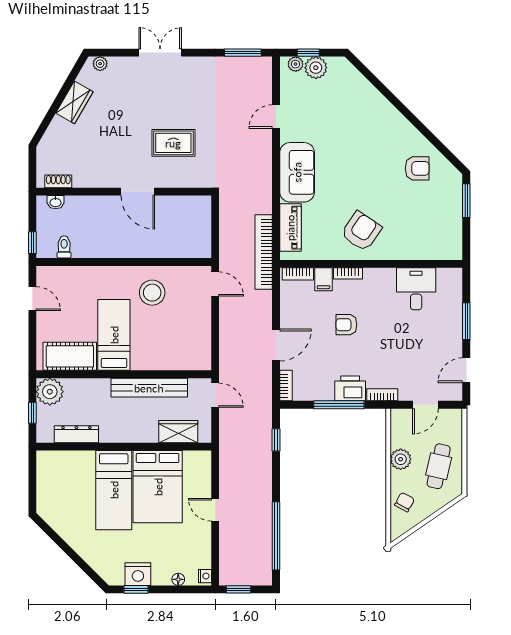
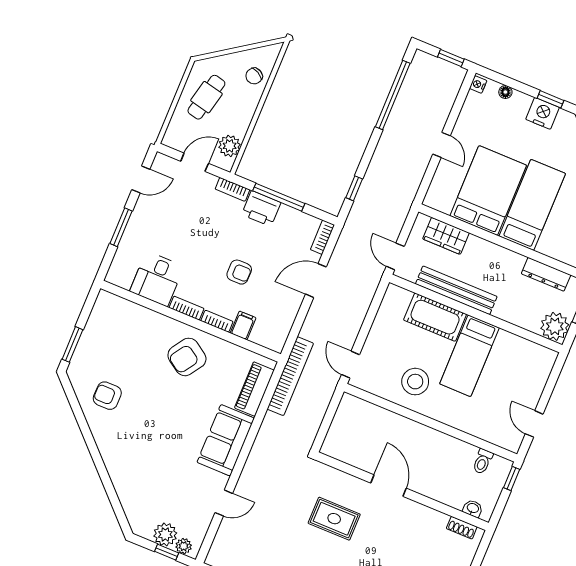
bookcase: (298, 274) -> (187, 308), moved
cot: (70, 356) -> (435, 317), moved
plant: (401, 459) -> (230, 146), moved

